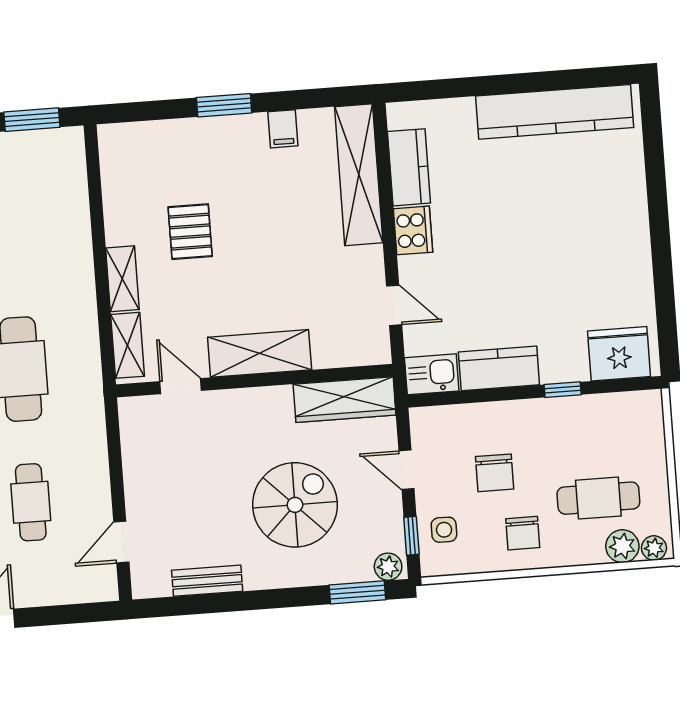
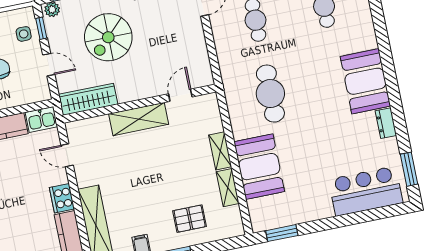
pallet: (190, 232) -> (190, 219), moved, turned 90
booth: (57, 242) -> (259, 167), added
shelving: (128, 345) -> (228, 188), moved
door: (181, 386) -> (180, 95), swing flipped

